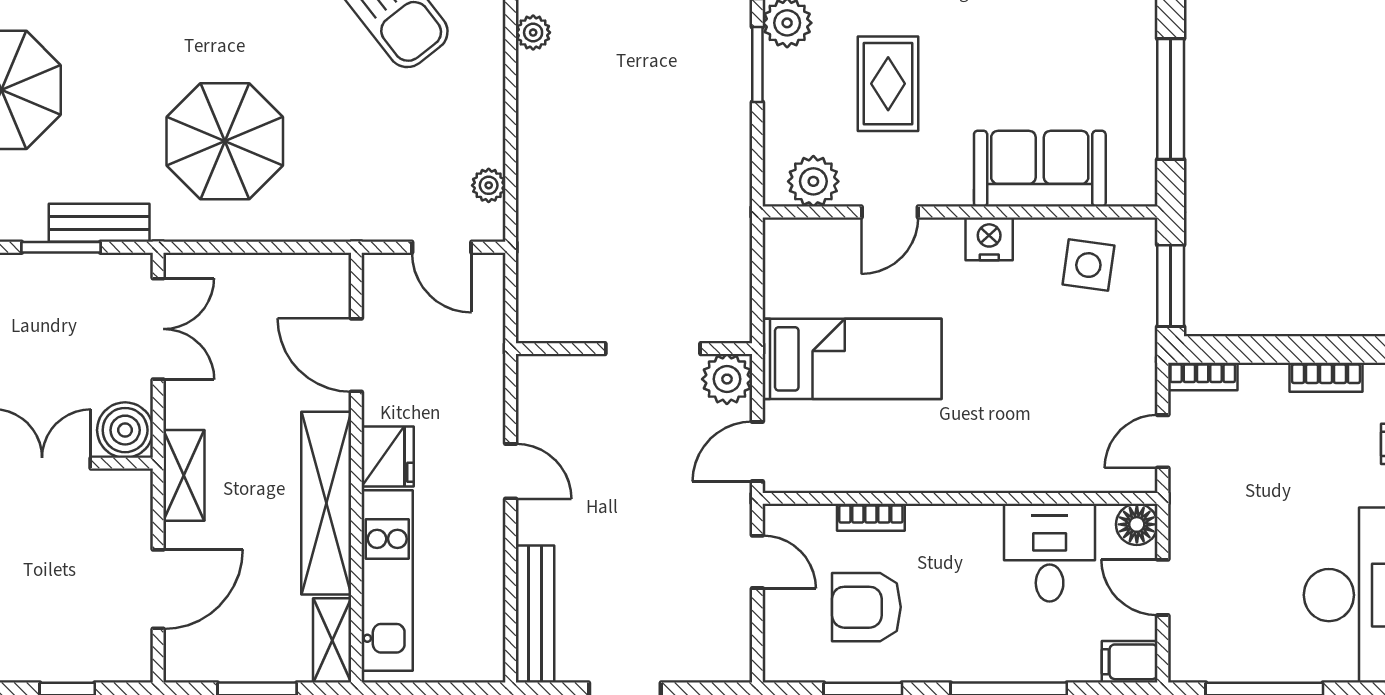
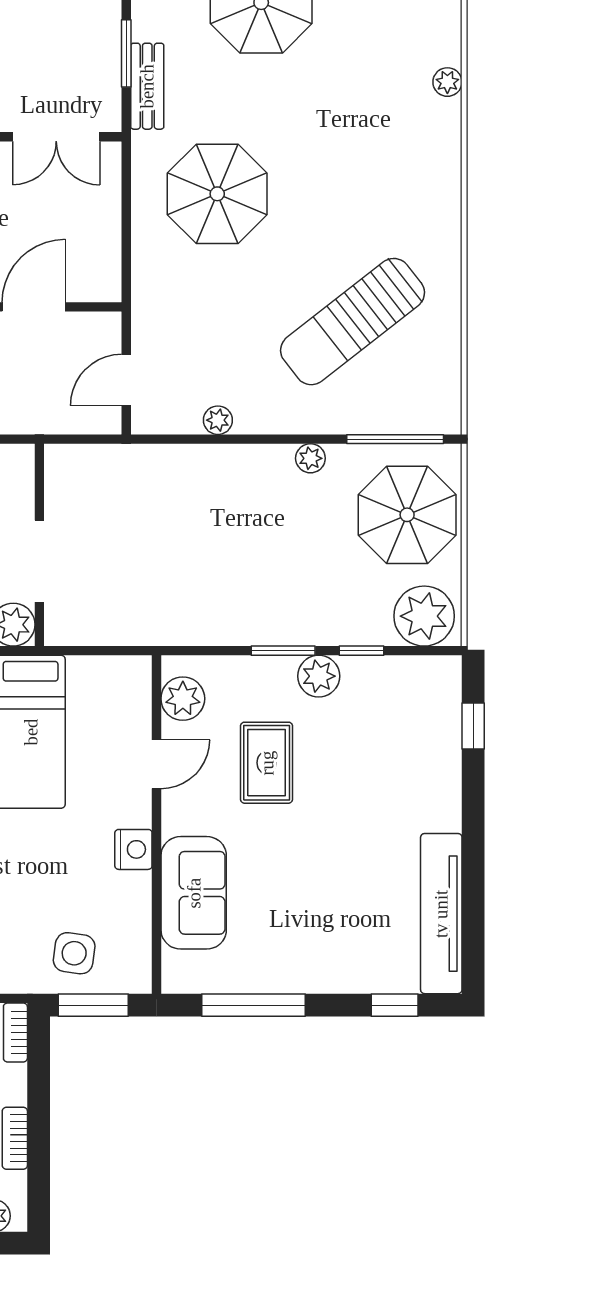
rug: (888, 84) -> (267, 763), turned 90
plant: (489, 185) -> (218, 420), moved
door: (890, 212) -> (157, 764), swing flipped
side table: (1088, 265) -> (74, 953), moved

